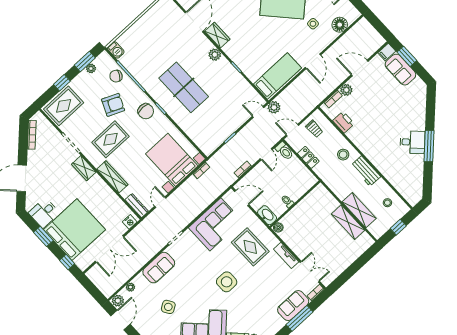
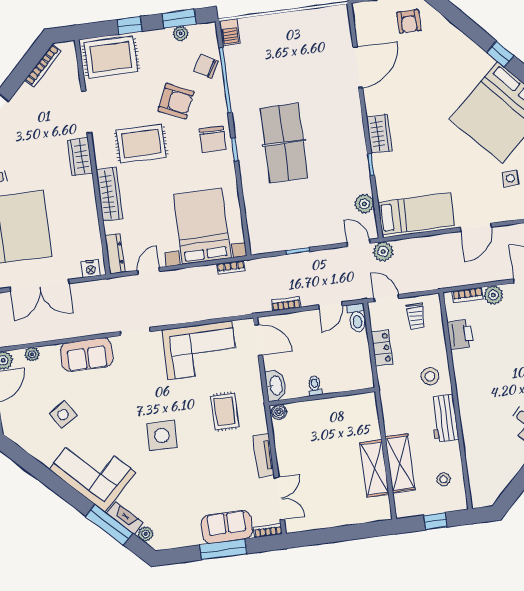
wardrobe: (217, 35) -> (379, 134), moved
plant: (215, 55) -> (364, 204), moved
rug: (250, 247) -> (225, 411), width x0.73, depth x0.70

